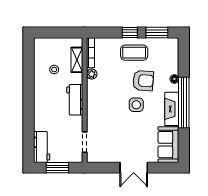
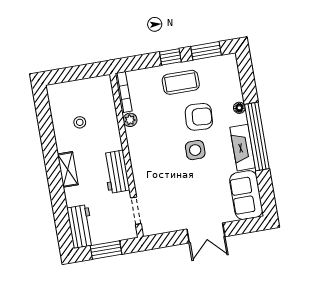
shelving: (77, 60) -> (68, 169), moved
workbench: (75, 100) -> (116, 172), moved

